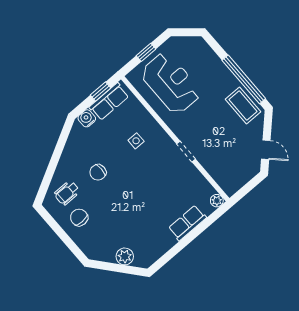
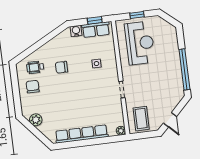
coffee table: (243, 106) -> (141, 119), moved
row of seats: (187, 223) -> (82, 134), width x2.02
plant: (125, 256) -> (36, 120), moved

